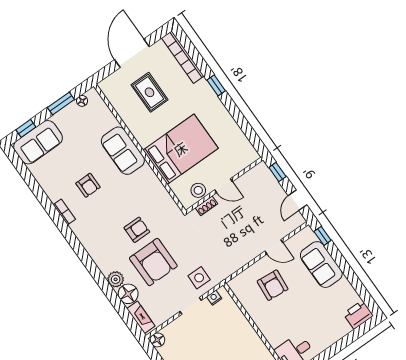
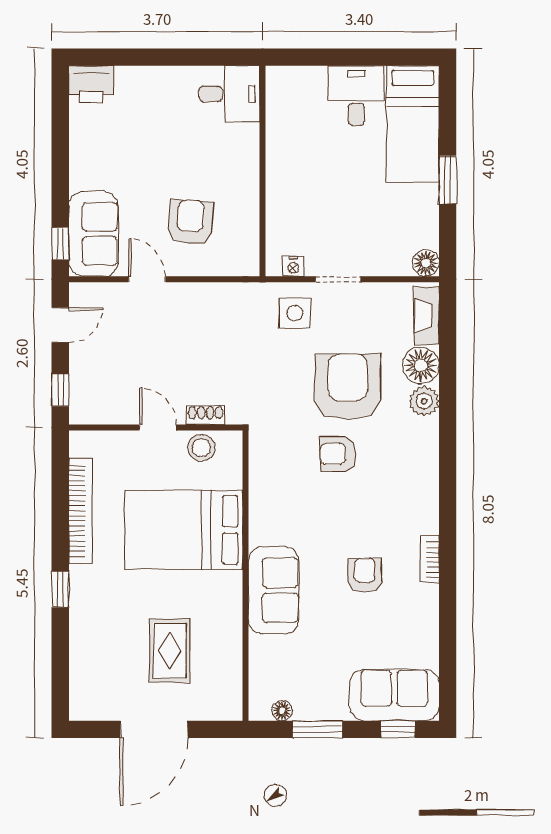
bookcase: (183, 57) -> (81, 511), moved
sofa: (321, 265) -> (93, 234), moved

